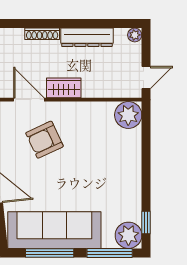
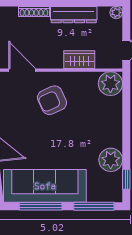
wardrobe: (64, 88) -> (79, 60), moved
armchair: (45, 140) -> (52, 100), moved
plant: (128, 235) -> (111, 160), moved

